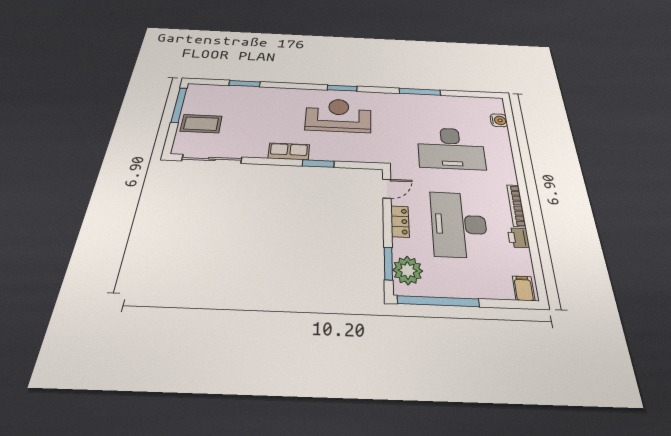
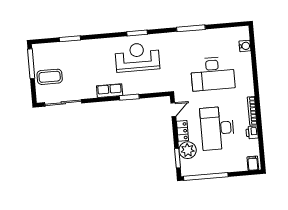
plant: (408, 270) -> (188, 150), moved

